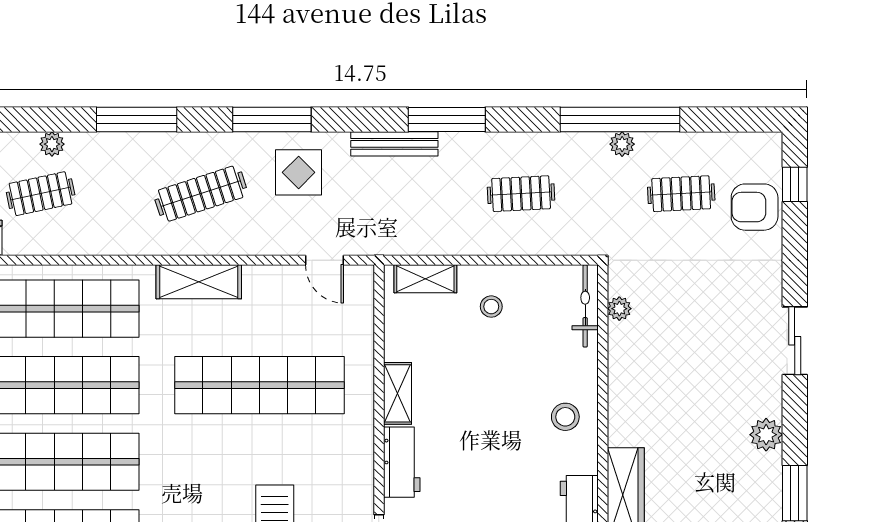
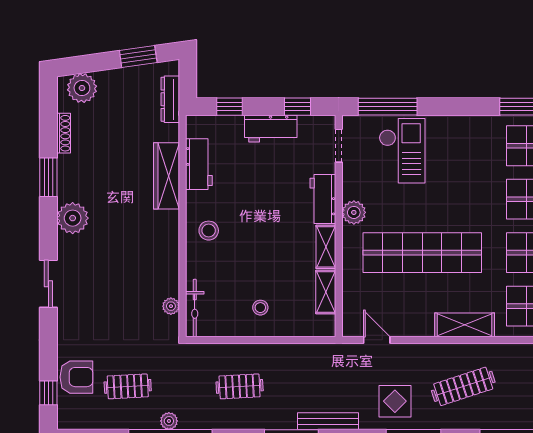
shelving: (425, 279) -> (326, 292), moved, turned 90
plant: (766, 435) -> (73, 218), width x1.36, depth x1.36
plant: (357, 443) -> (354, 212), added

